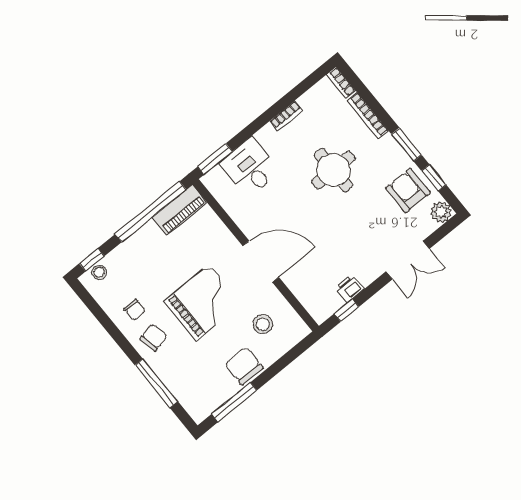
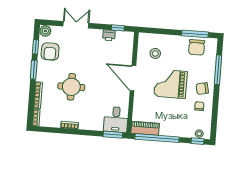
desk: (250, 168) -> (116, 120), moved
chair: (244, 366) -> (197, 47), moved

